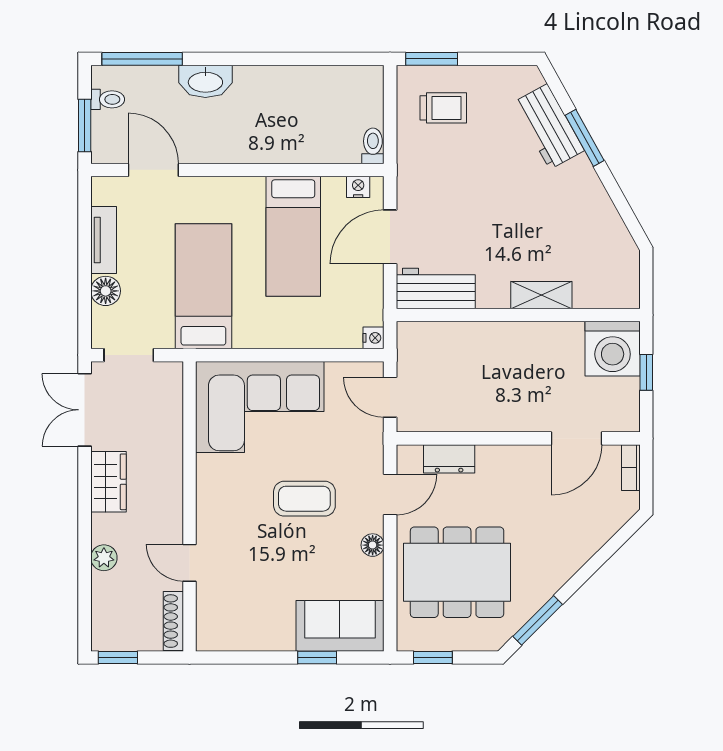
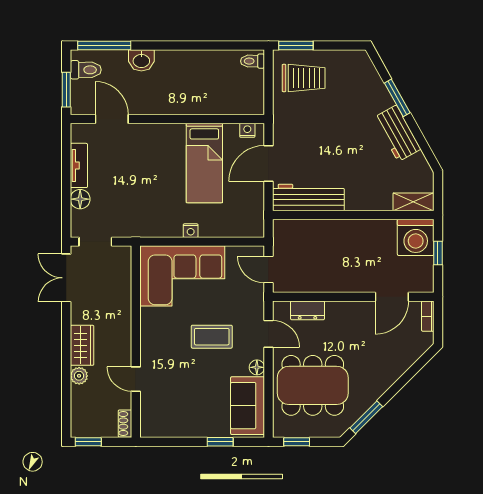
washbasin: (205, 81) -> (141, 60), width x0.72
toilet: (108, 99) -> (86, 70), width x1.37, depth x1.39
trolley: (443, 108) -> (304, 78), width x1.36, depth x1.39
workbench: (549, 127) -> (397, 133), moved
toilet: (373, 146) -> (253, 61), moved, turned -90
bed: (203, 286) -> (145, 196), removed
workbench: (436, 288) -> (308, 198), width x1.38
shelving: (541, 295) -> (413, 202), moved
nightstand: (374, 338) -> (191, 231), moved, turned 90
wardrobe: (108, 482) -> (82, 345), moved
door: (390, 494) -> (268, 334), hinge flipped
shoe rack: (173, 621) -> (125, 424), width x0.70
sofa: (340, 626) -> (248, 406), moved, turned -90

